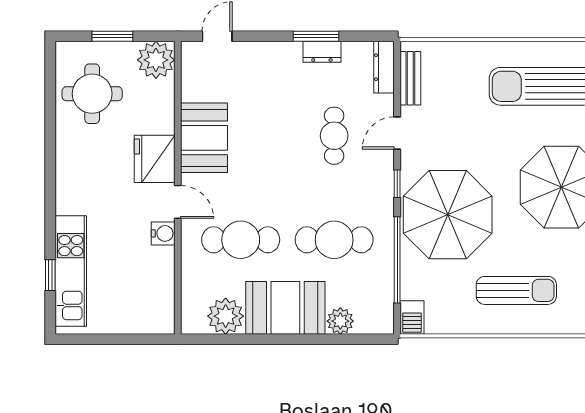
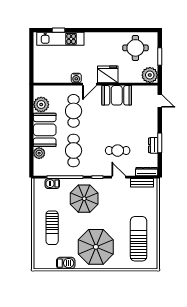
parasol: (448, 215) -> (84, 199), width x0.73, depth x0.73
barbecue: (412, 318) -> (52, 184), moved

